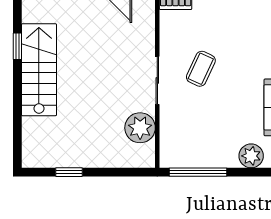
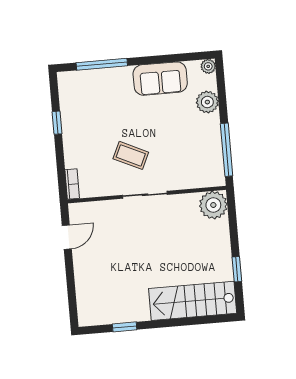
stairs: (39, 70) -> (193, 301), moved
plant: (140, 128) -> (213, 205), moved

